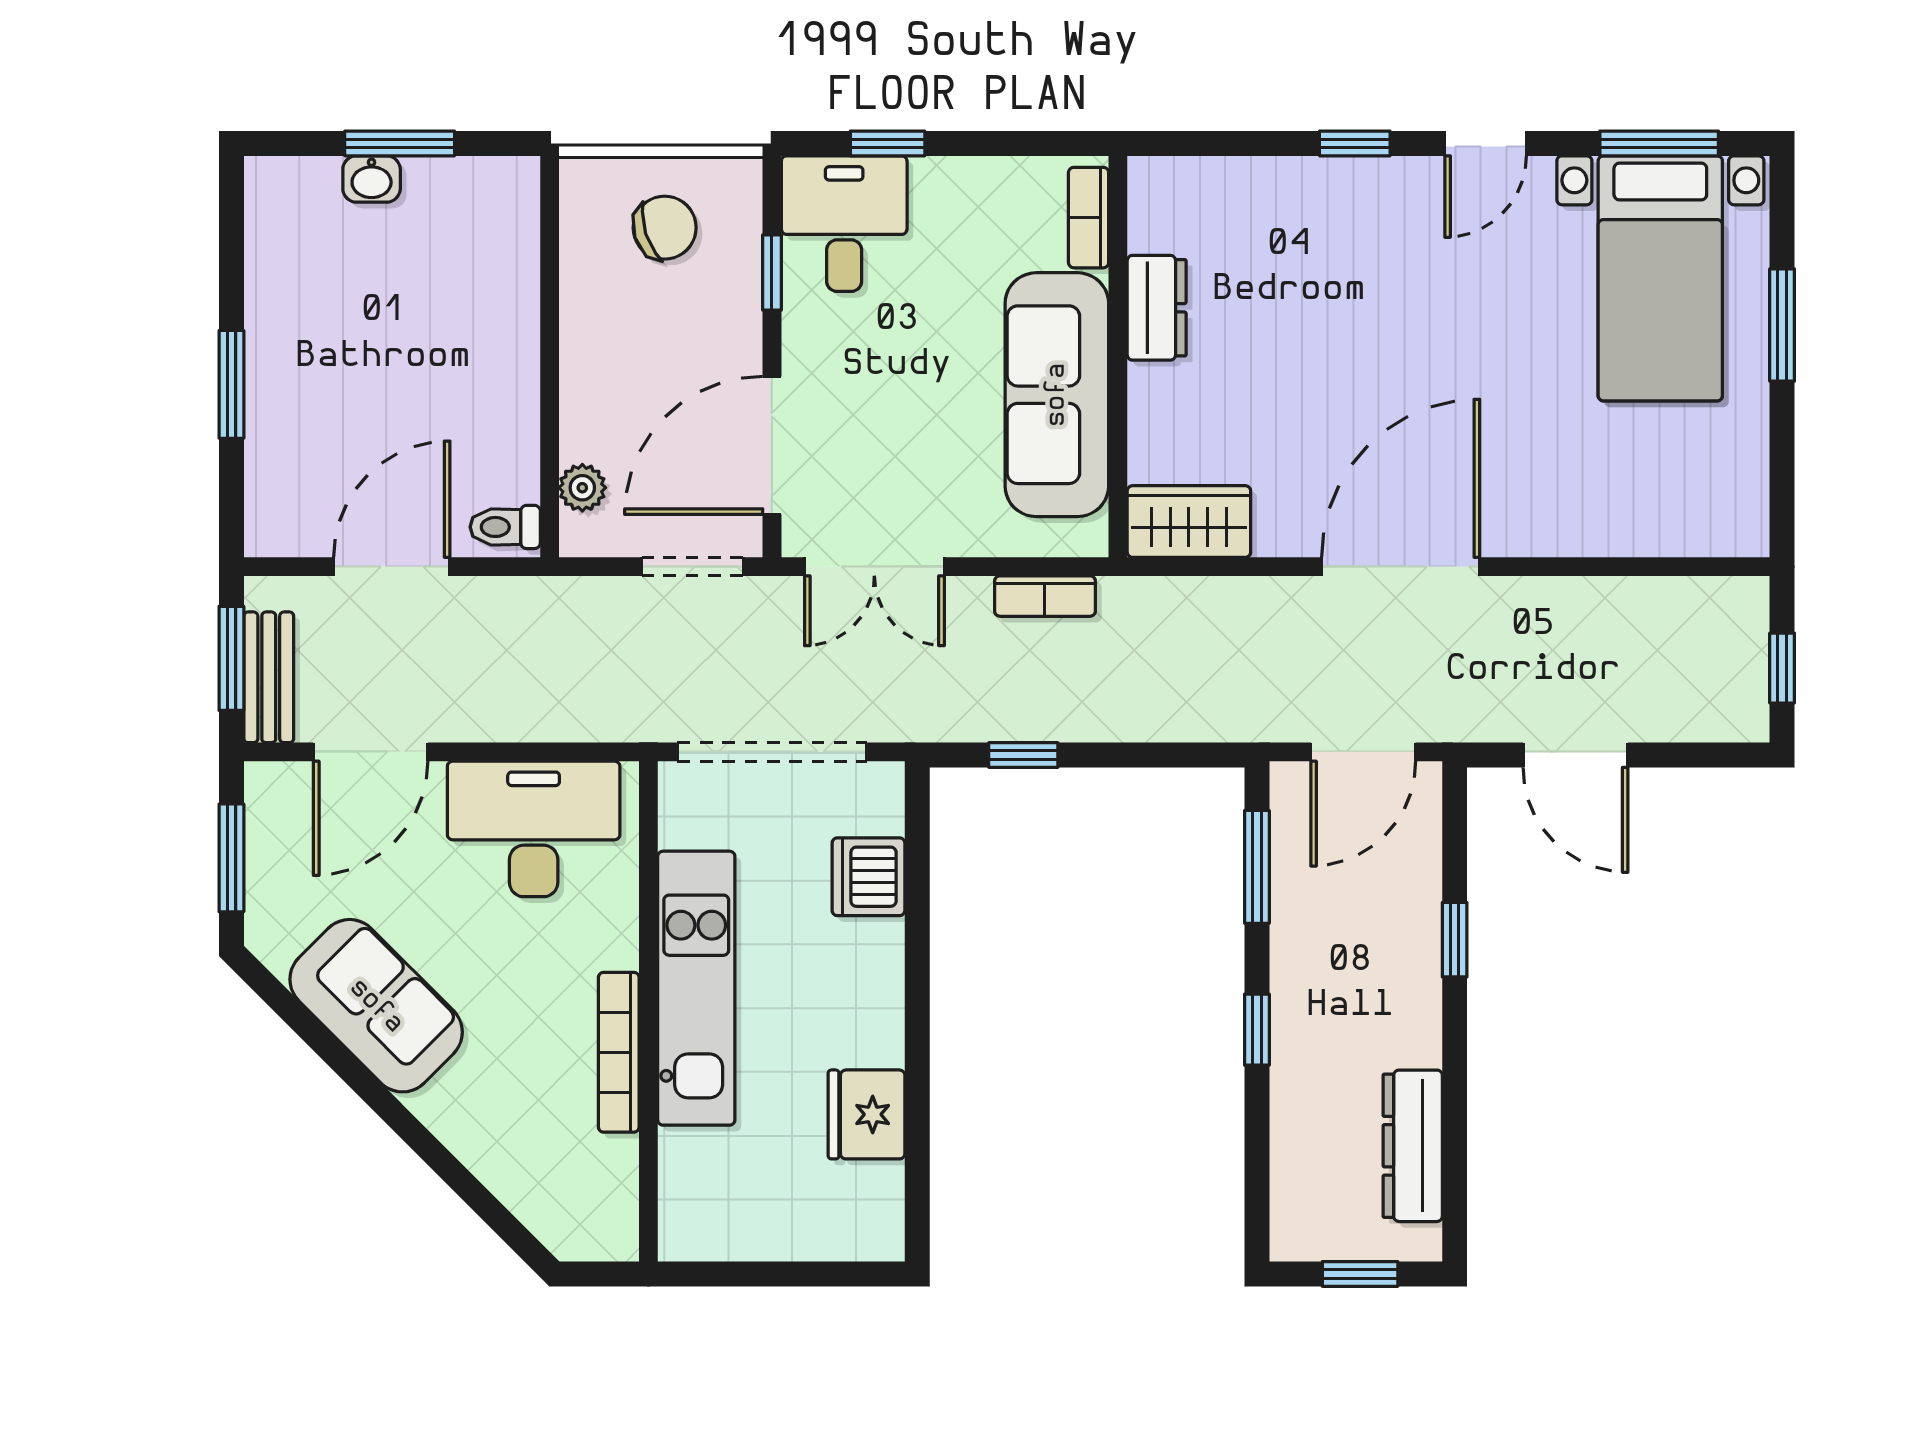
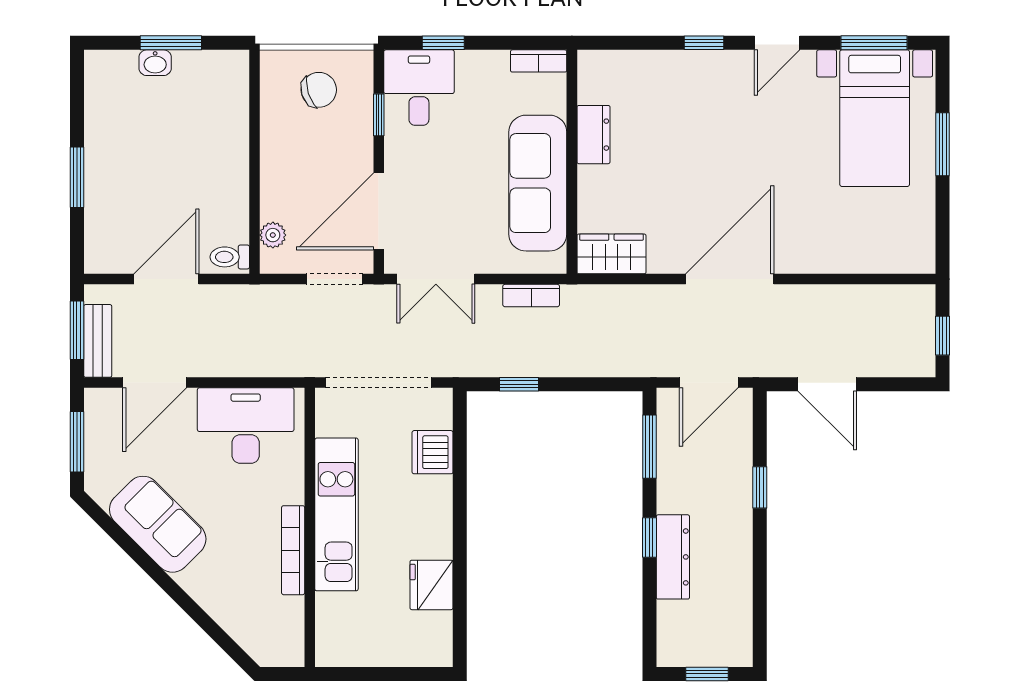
bookcase: (1089, 218) -> (539, 61), moved, turned -90
dresser: (1413, 1146) -> (673, 557), moved, turned 180

